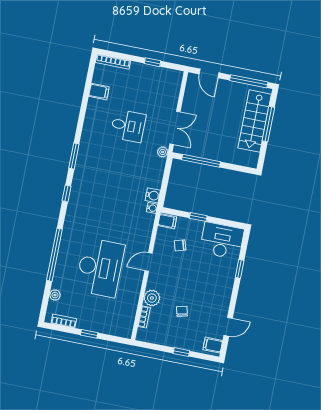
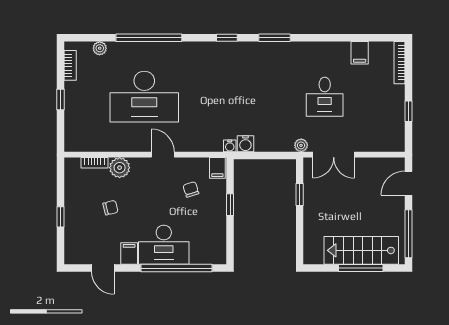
window: (201, 161) -> (300, 195), width x0.46
desk: (222, 241) -> (164, 245), moved, turned 90
window: (240, 269) -> (177, 268), width x3.17
filing cabinet: (213, 345) -> (129, 254), moved

